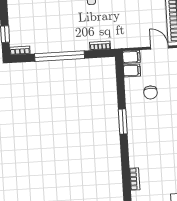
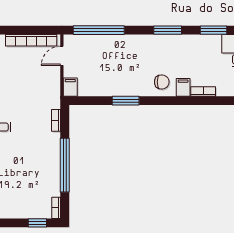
filing cabinet: (132, 70) -> (183, 87), moved
chair: (151, 93) -> (162, 82), moved
window: (123, 122) -> (126, 101), moved

